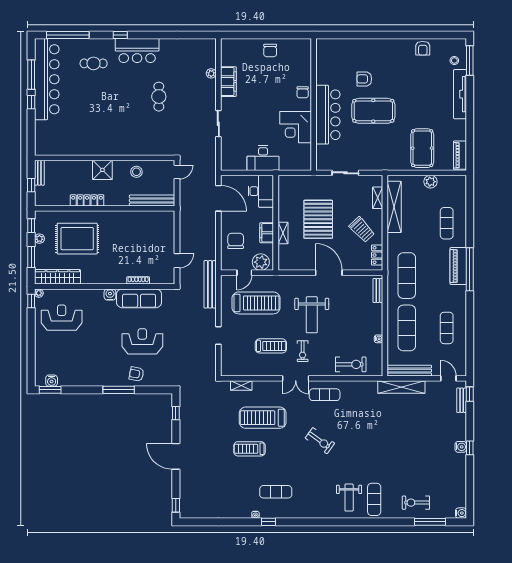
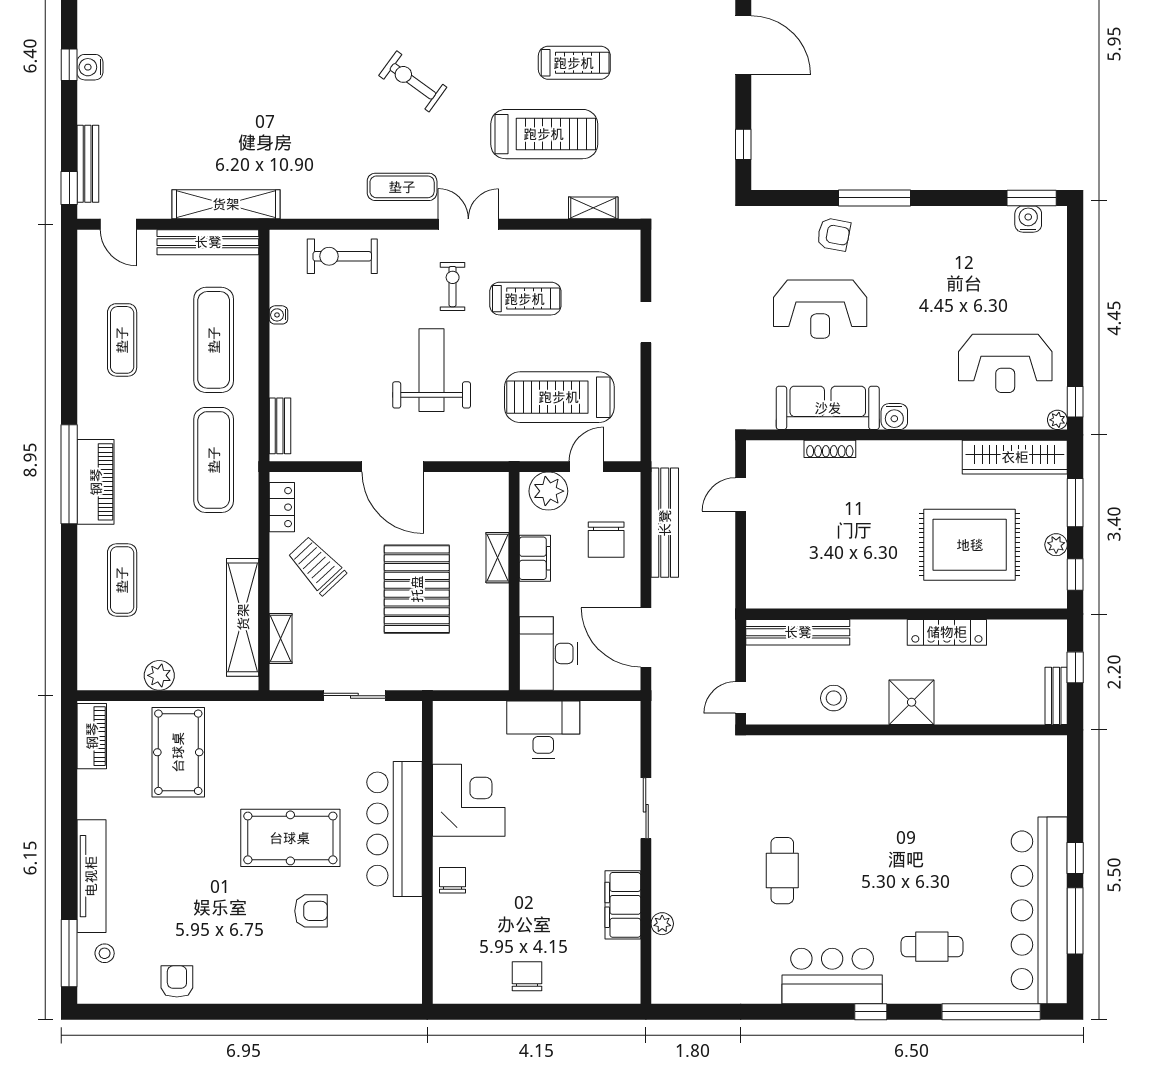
bench: (210, 284) -> (665, 523), moved
treadmill: (271, 346) -> (525, 299), turned 180
bench: (462, 400) -> (88, 164), width x1.36

